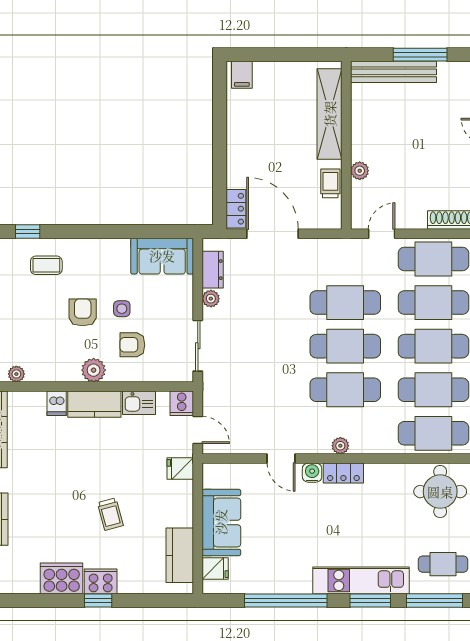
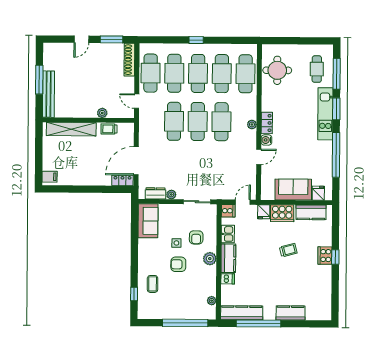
cooker: (62, 578) -> (282, 213), moved, turned -90

